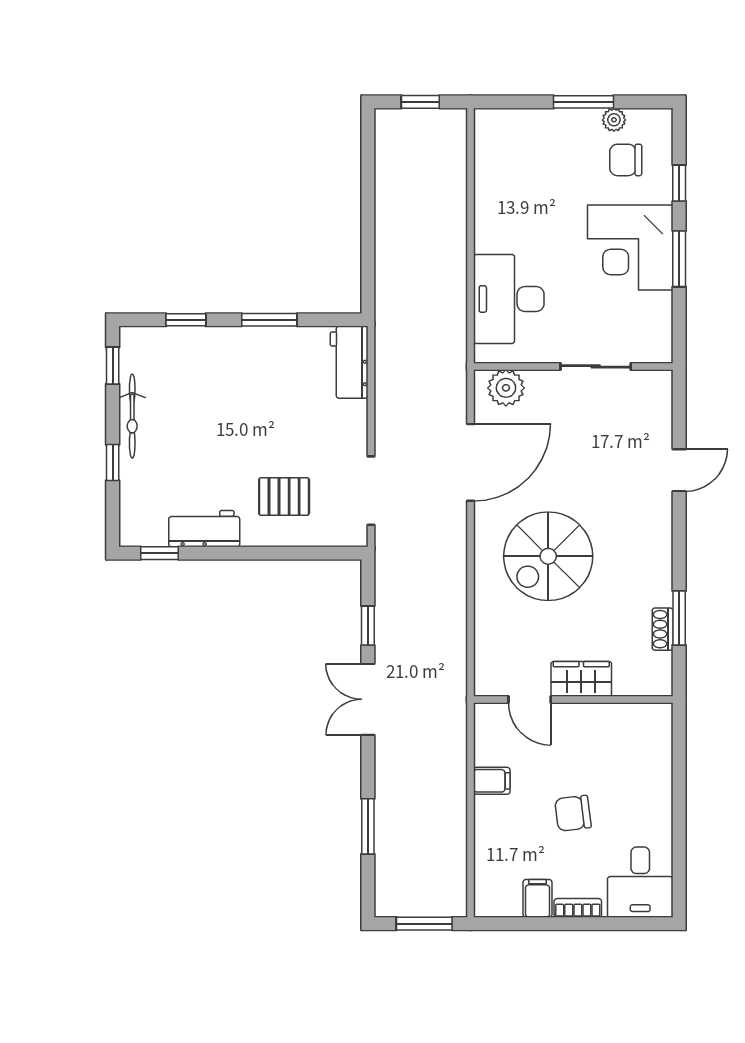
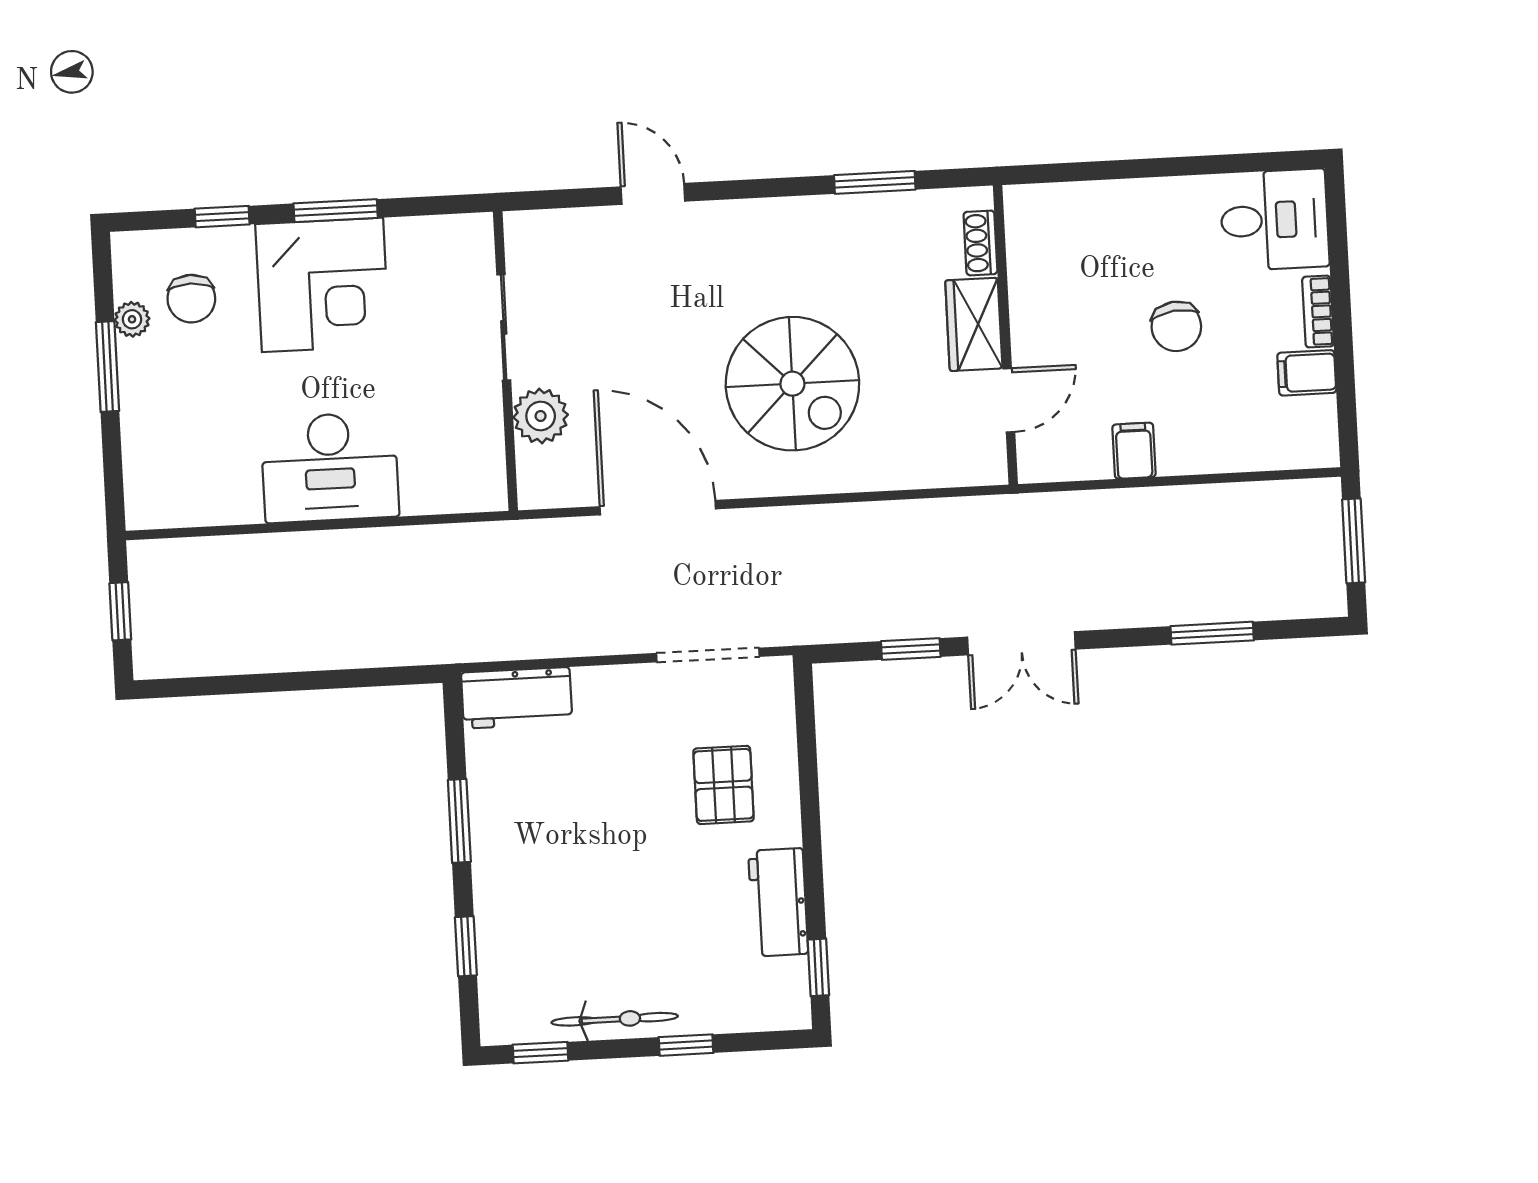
desk: (509, 299) -> (330, 467), moved
plant: (506, 388) -> (541, 416), moved
shoe rack: (663, 629) -> (980, 243), moved, turned 90

